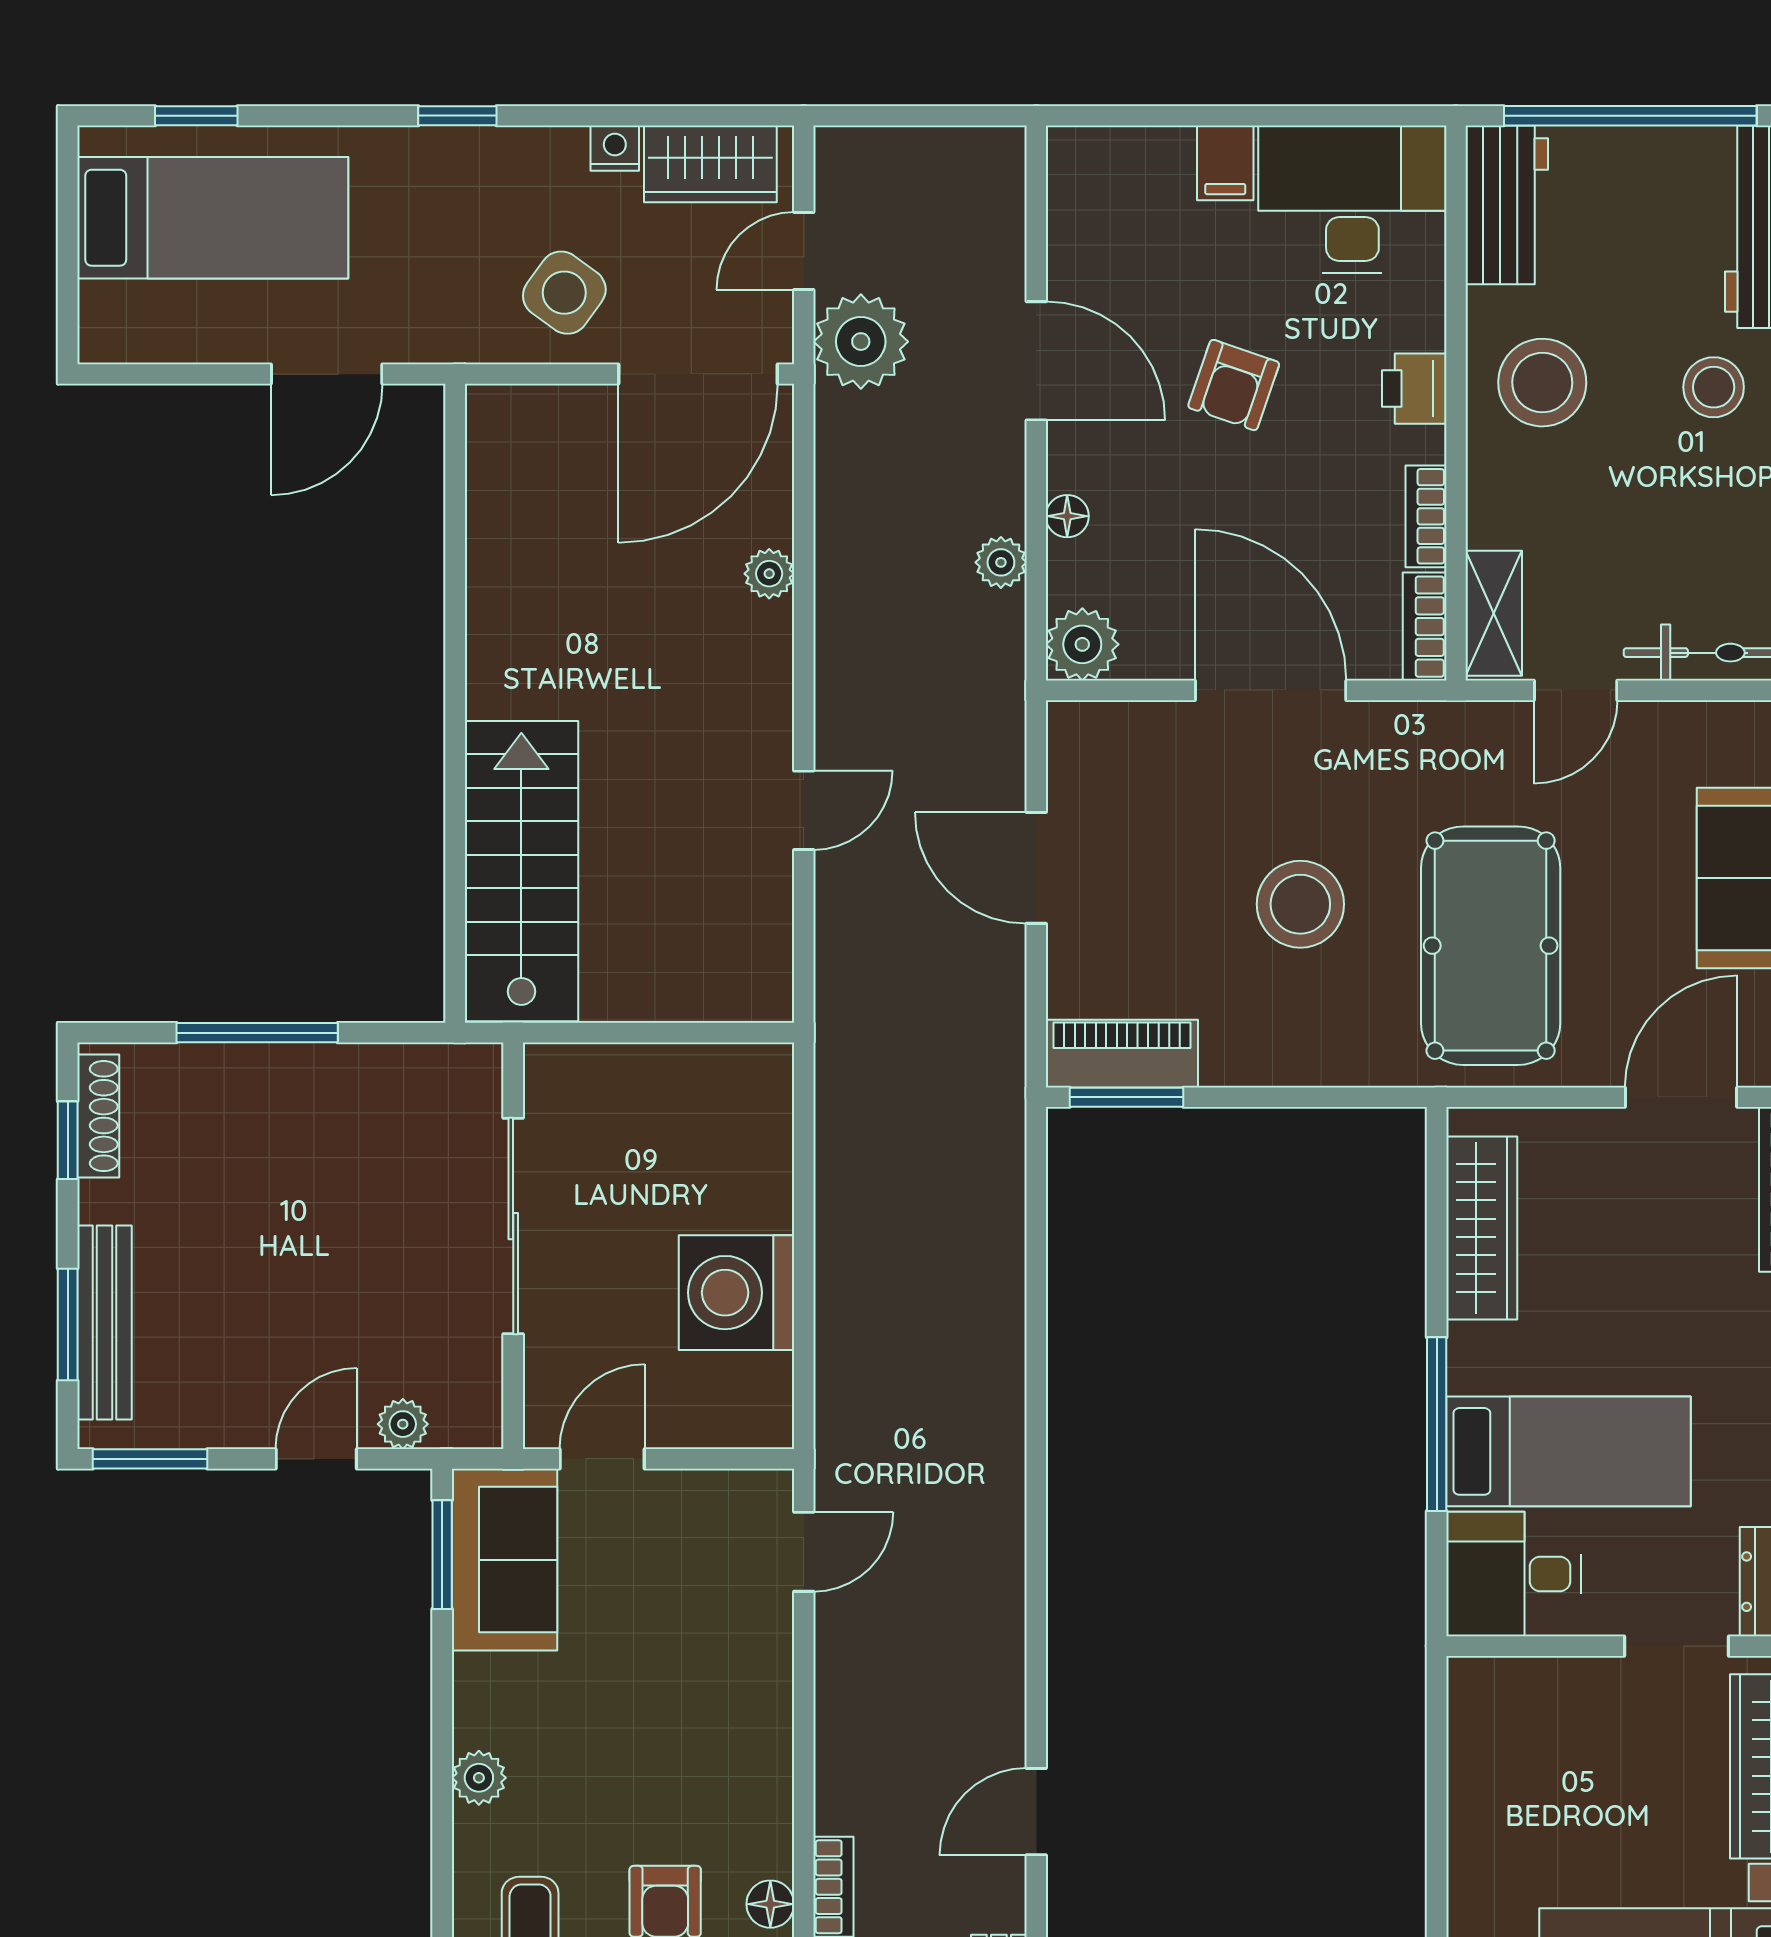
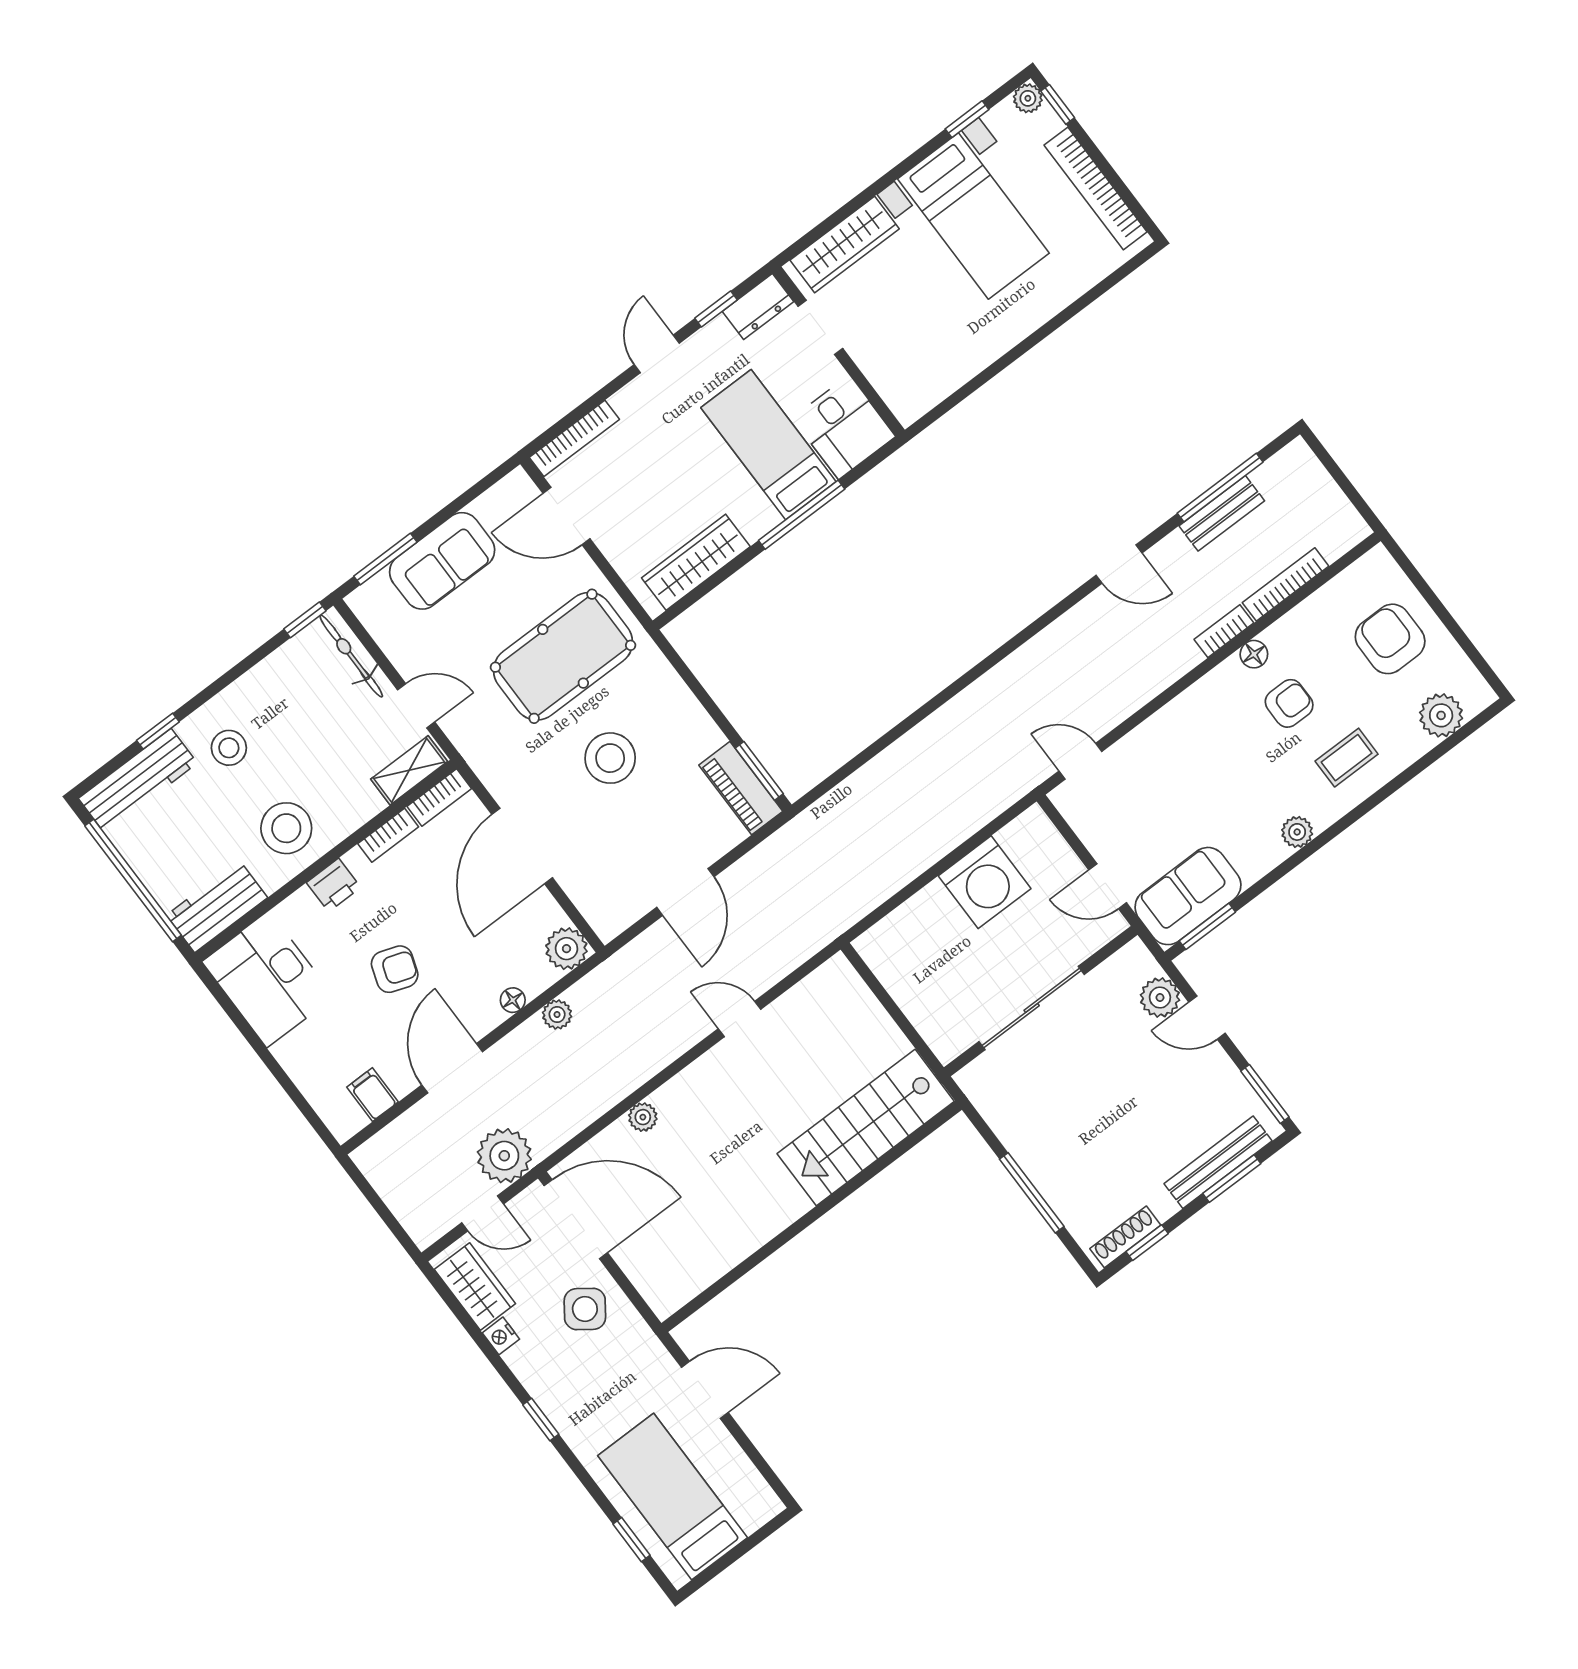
filing cabinet: (1225, 163) -> (373, 1095), moved, turned -90
plant: (403, 1424) -> (1160, 997), width x1.38, depth x1.38

